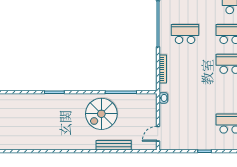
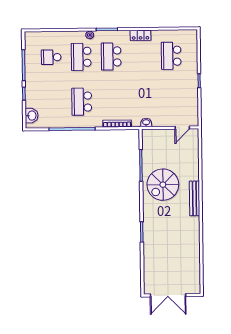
spiral stairs: (101, 114) -> (163, 185), turned 90
door: (158, 134) -> (182, 128), hinge flipped
bench: (114, 145) -> (195, 198), moved

